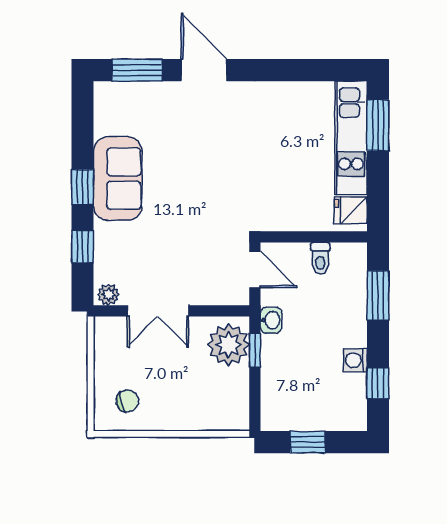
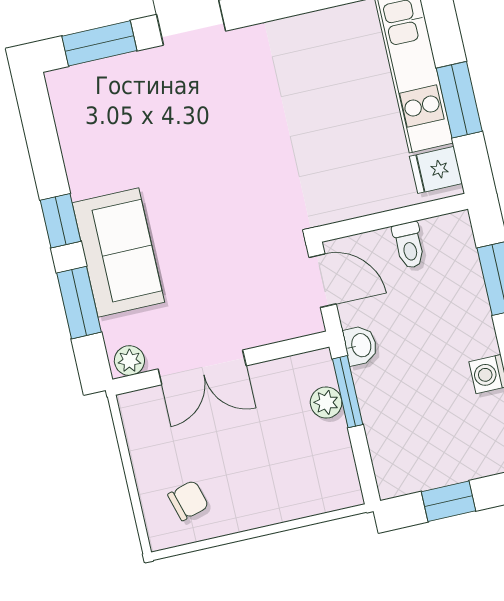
window: (378, 125) -> (459, 100), moved
sofa: (118, 179) -> (118, 252), moved
window: (83, 247) -> (79, 303), width x1.50
plant: (228, 345) -> (326, 402), width x0.53, depth x0.53
window: (255, 350) -> (348, 392), width x1.50

